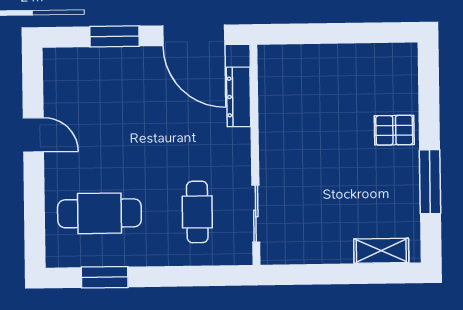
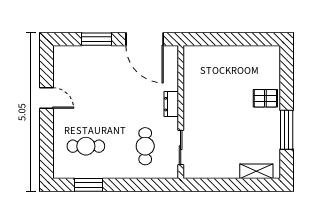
dresser: (239, 97) -> (171, 104), moved, width x0.70
cafe table: (99, 213) -> (86, 146), width x0.73, depth x0.74

